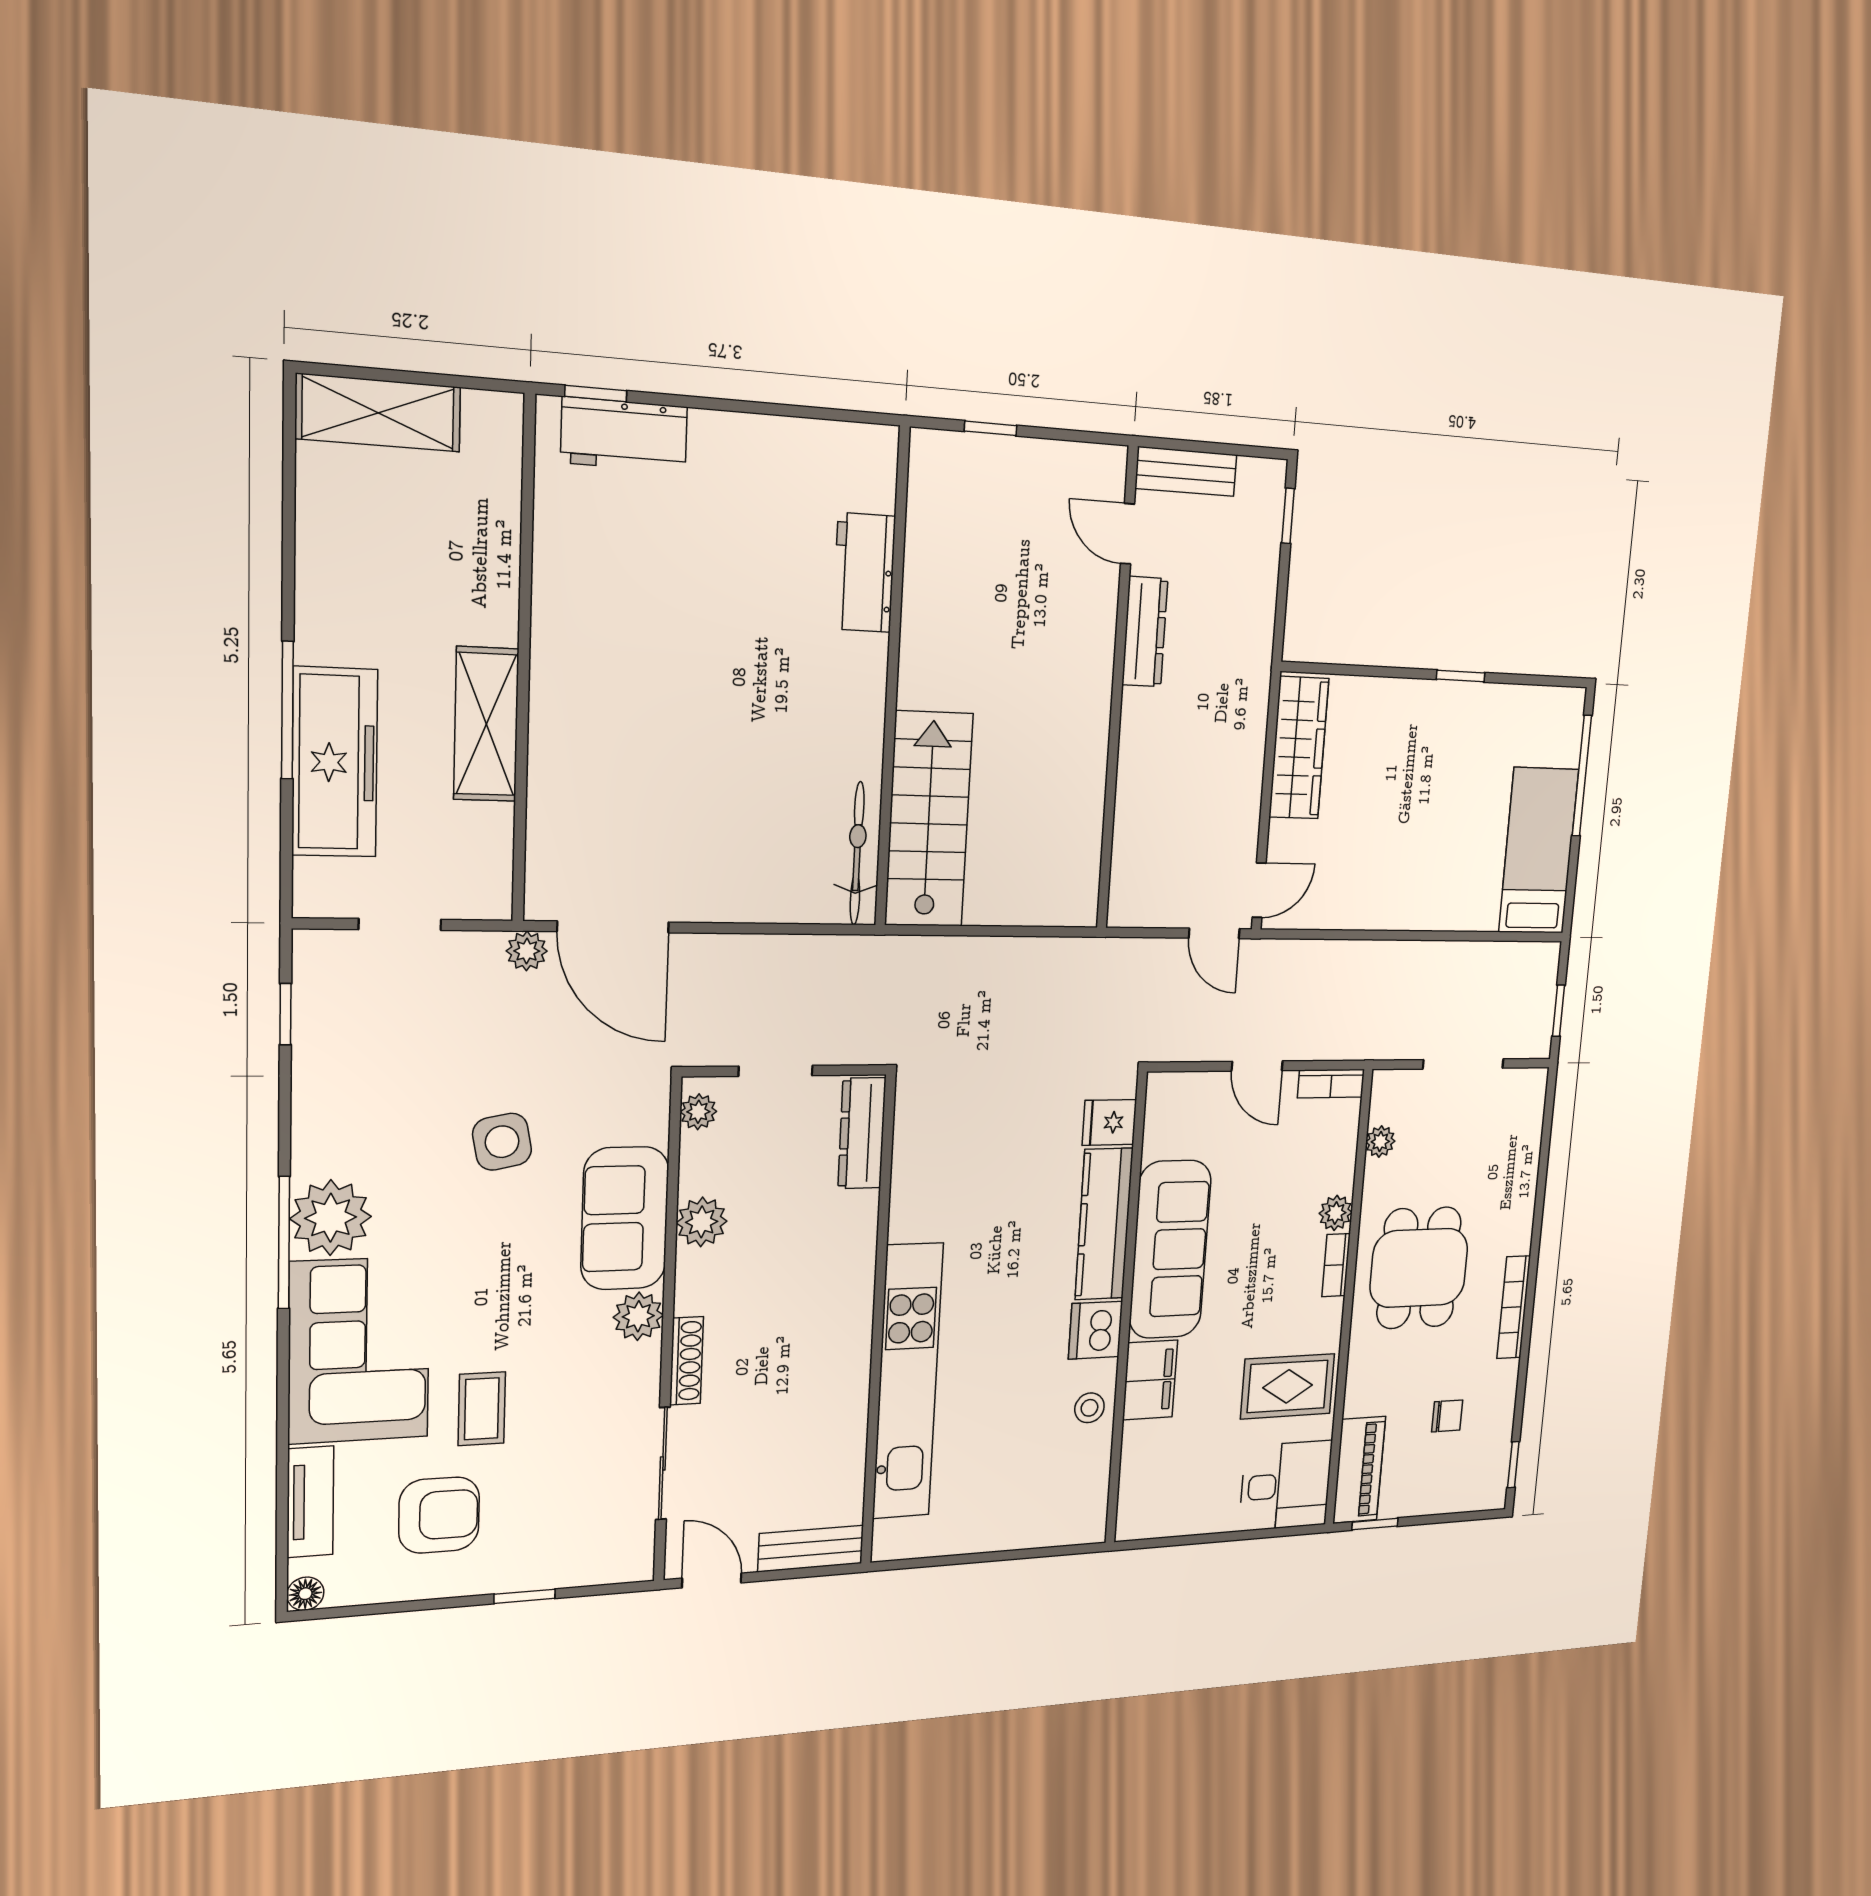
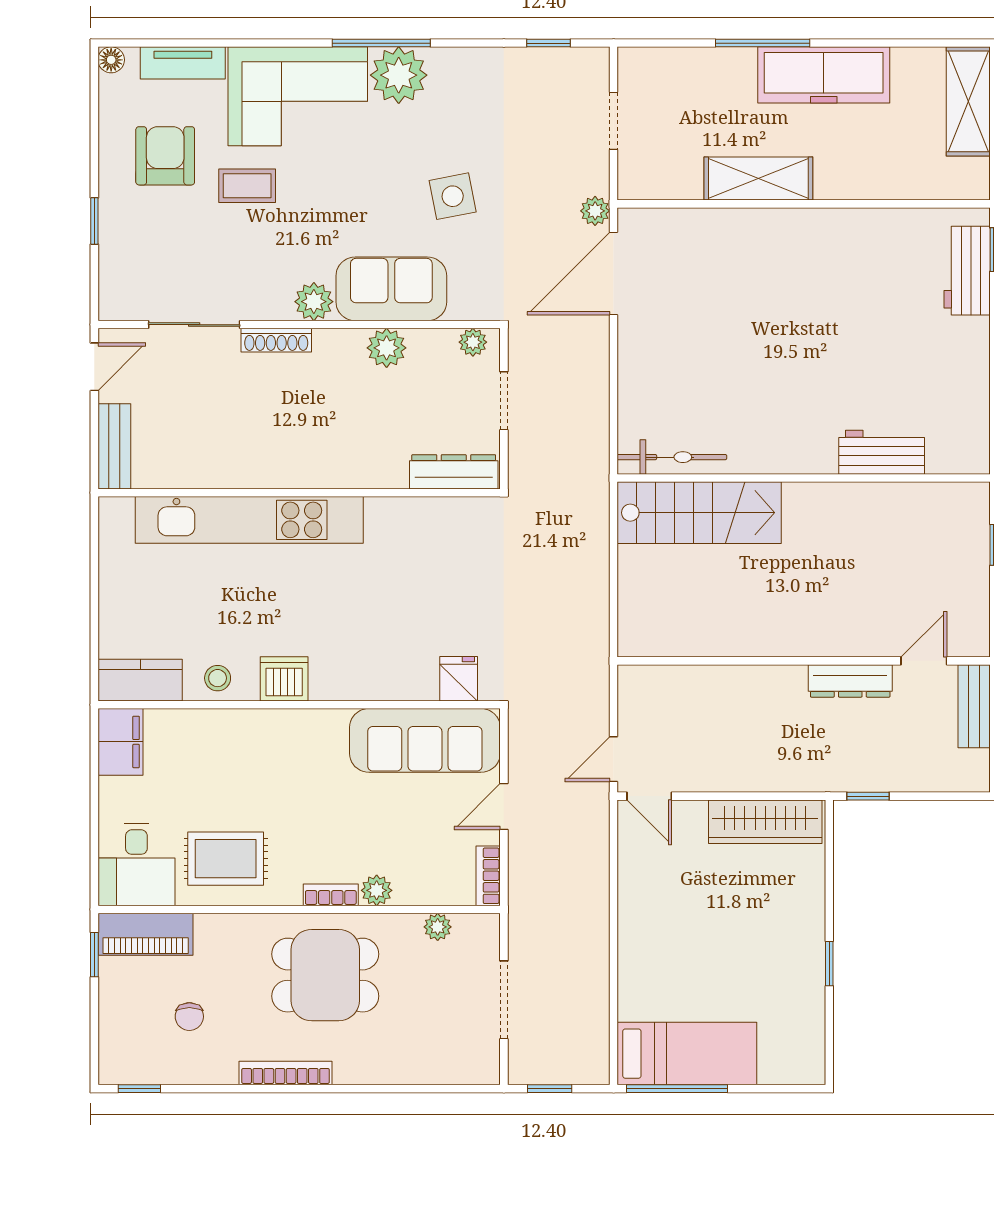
window: (1288, 516) -> (868, 796), moved
freezer: (335, 762) -> (824, 75), moved
window: (1582, 776) -> (677, 1089), moved
kitchen counter: (1104, 1224) -> (140, 680), moved, width x0.67
sofa: (1170, 1249) -> (425, 740), moved
filing cabinet: (1150, 1380) -> (120, 742), moved, turned -90
rug: (1288, 1386) -> (226, 859), turned 90
armchair: (439, 1515) -> (165, 156), turned 180

